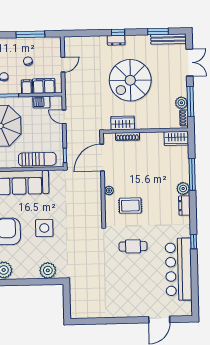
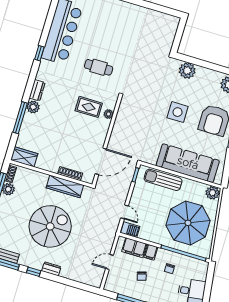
window: (118, 32) -> (34, 272), moved
barbecue: (41, 102) -> (130, 230), moved
wardrobe: (123, 123) -> (65, 186), width x1.50
plant: (109, 191) -> (109, 114), moved

